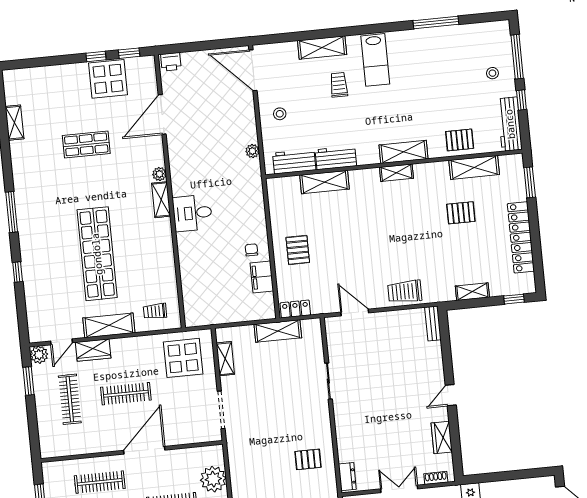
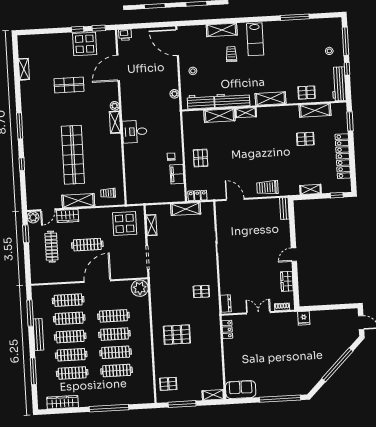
workbench: (336, 158) -> (232, 100), width x1.38
shelving: (396, 173) -> (246, 113), moved
plant: (213, 479) -> (140, 288), moved

